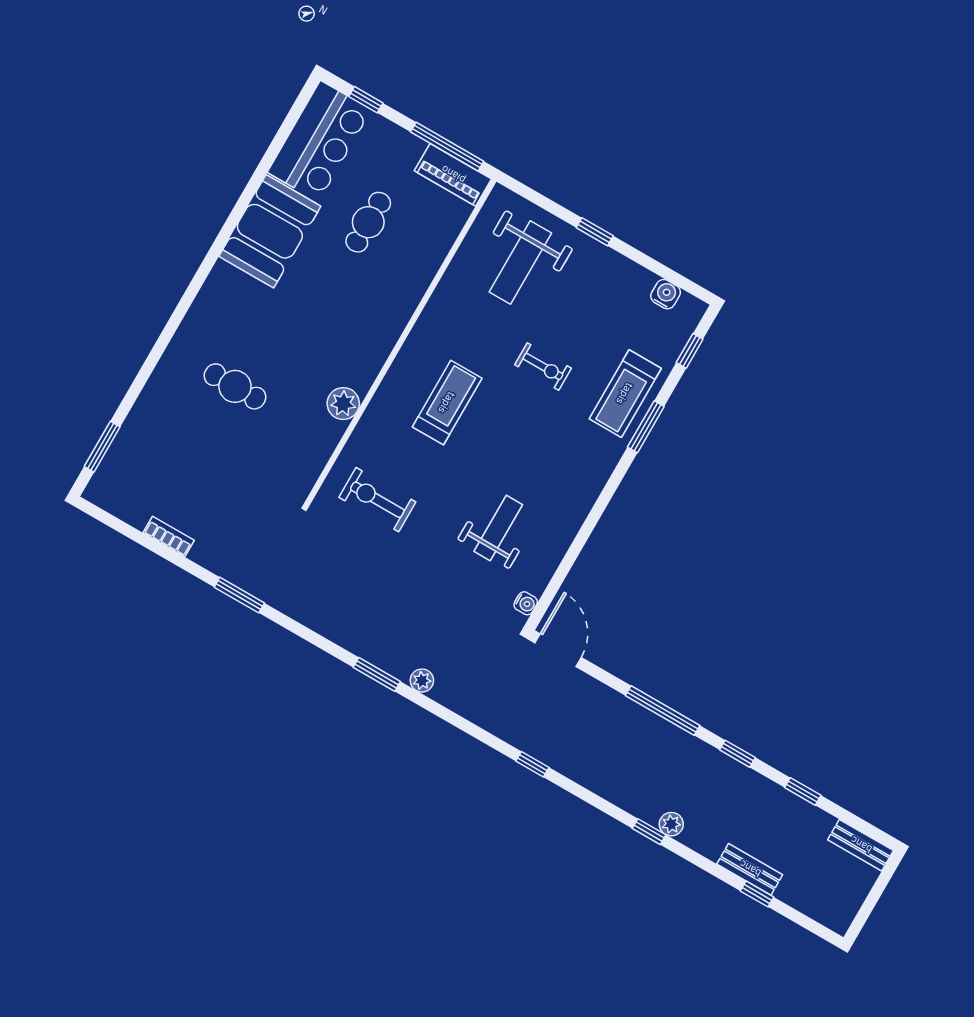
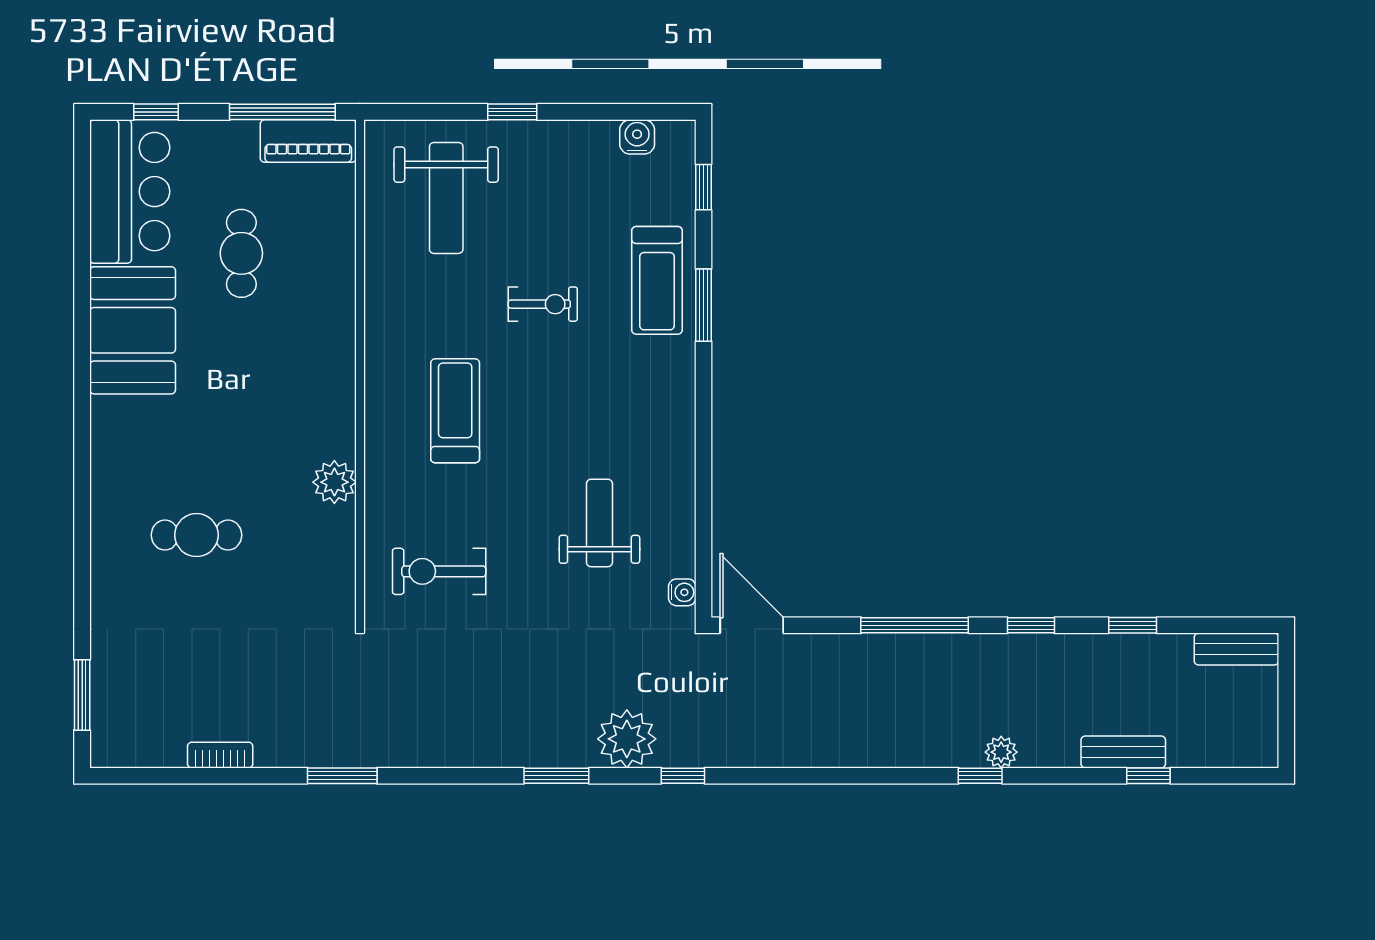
plant: (422, 681) -> (627, 739), width x1.88, depth x1.88
window: (532, 764) -> (683, 776), moved

